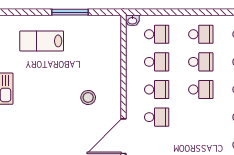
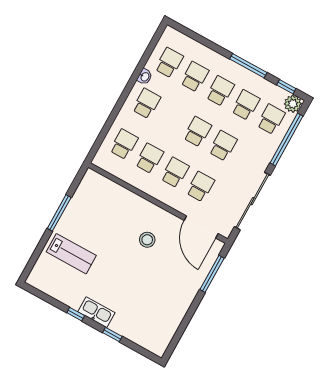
washbasin: (132, 20) -> (145, 77), moved
lab bench: (42, 41) -> (71, 254), turned -90
school desk: (201, 62) -> (223, 146), moved

